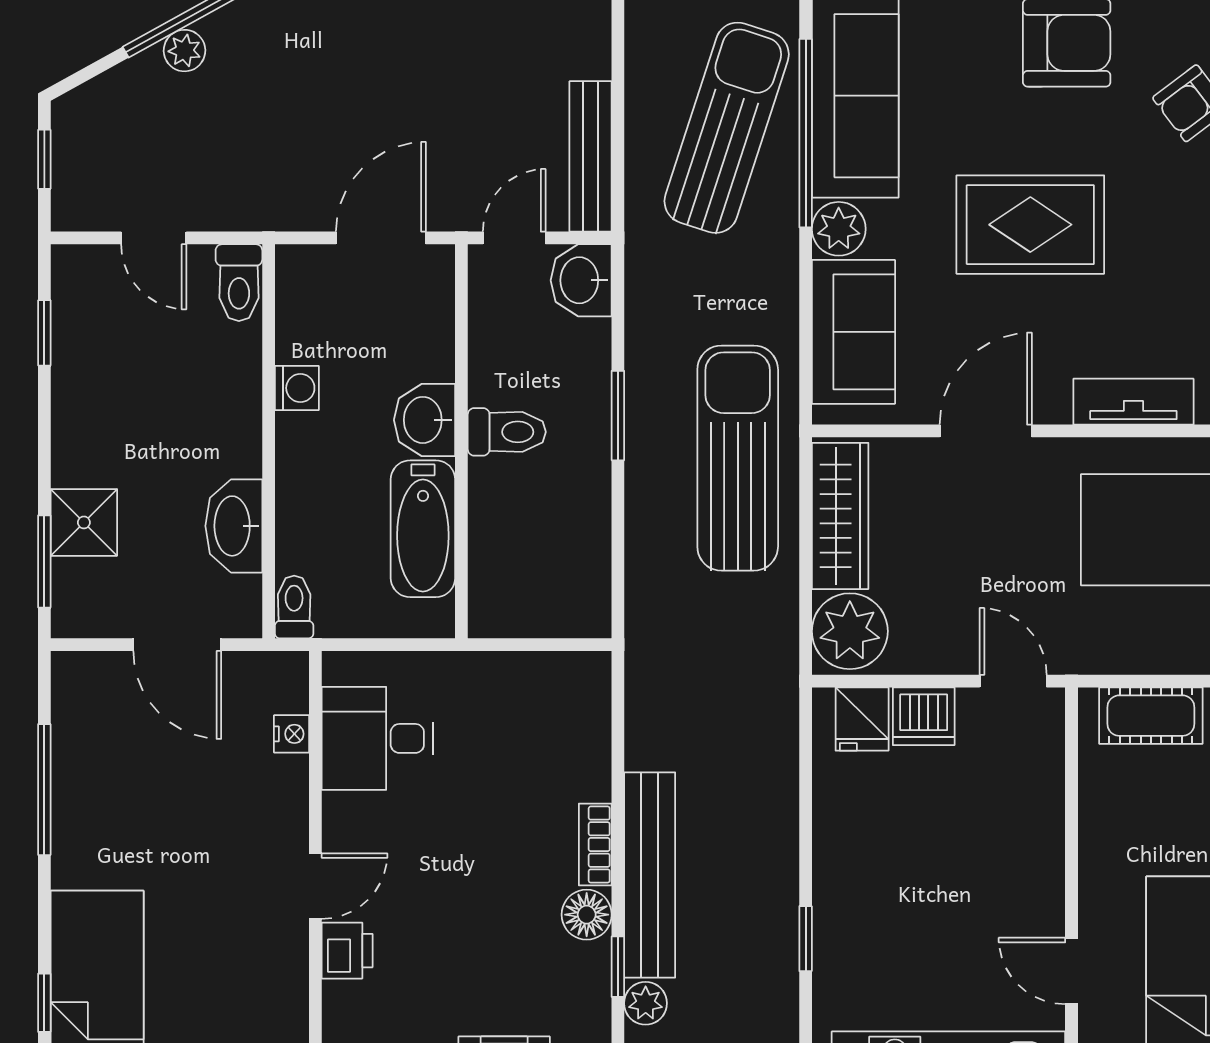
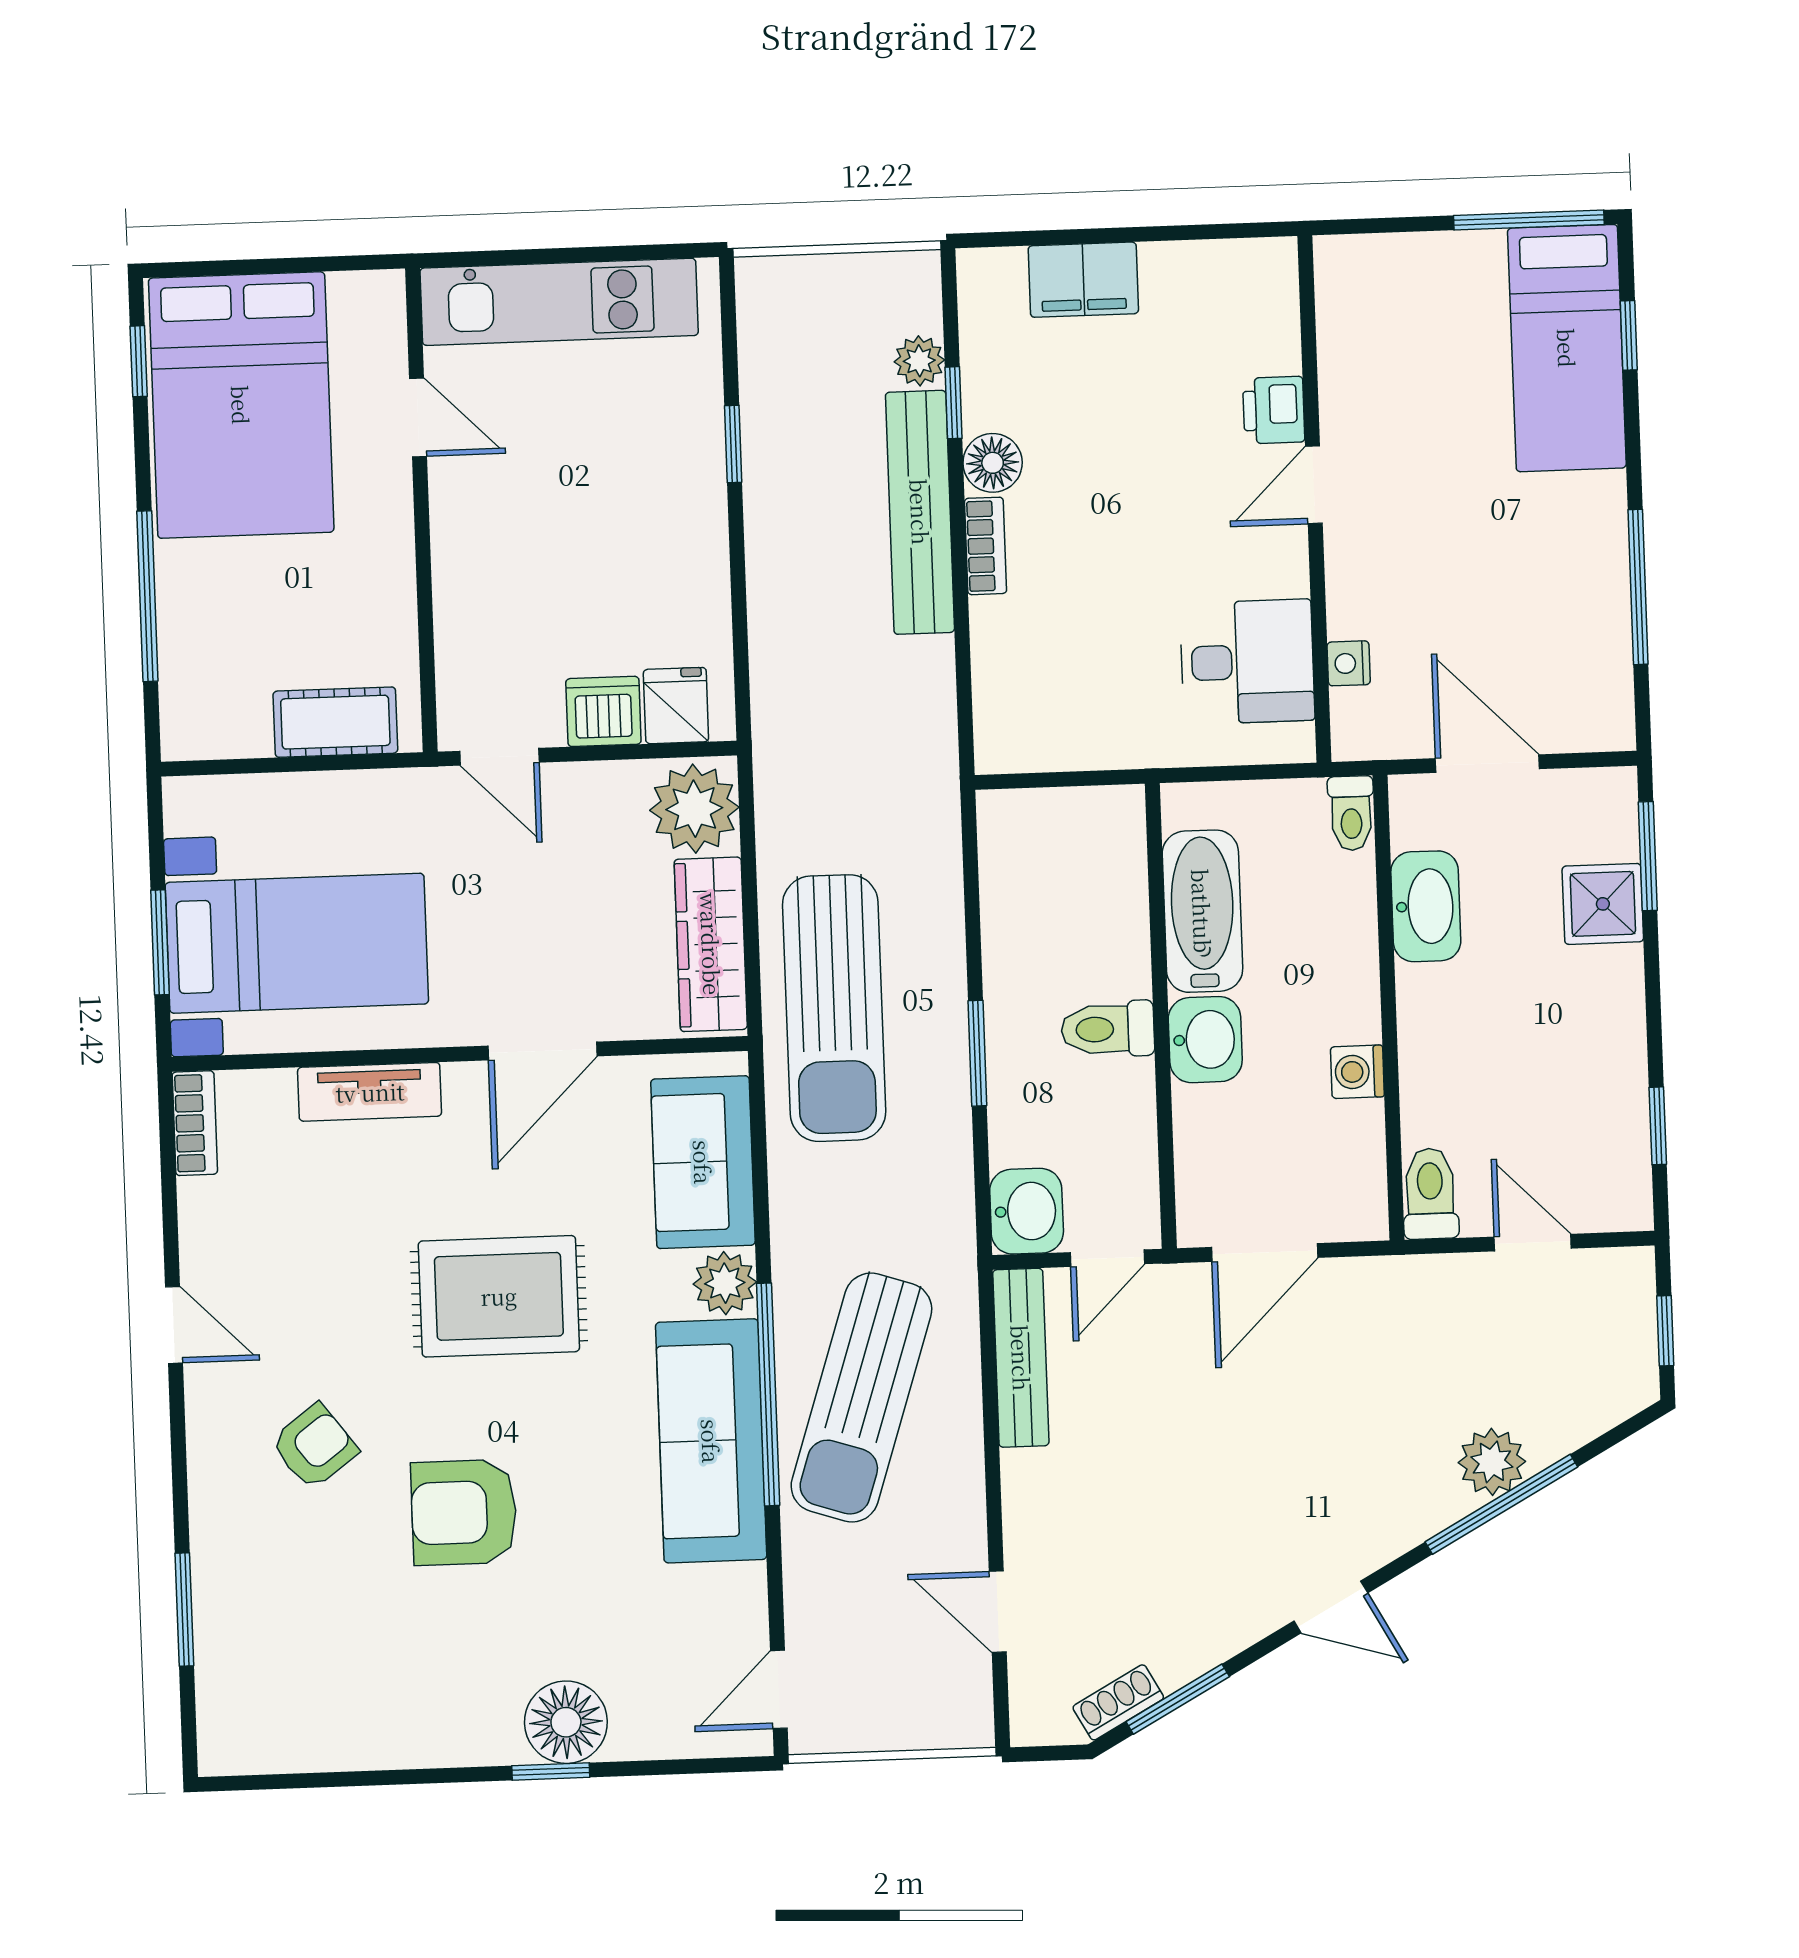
plant: (184, 51) -> (1492, 1462), width x1.38, depth x1.38

